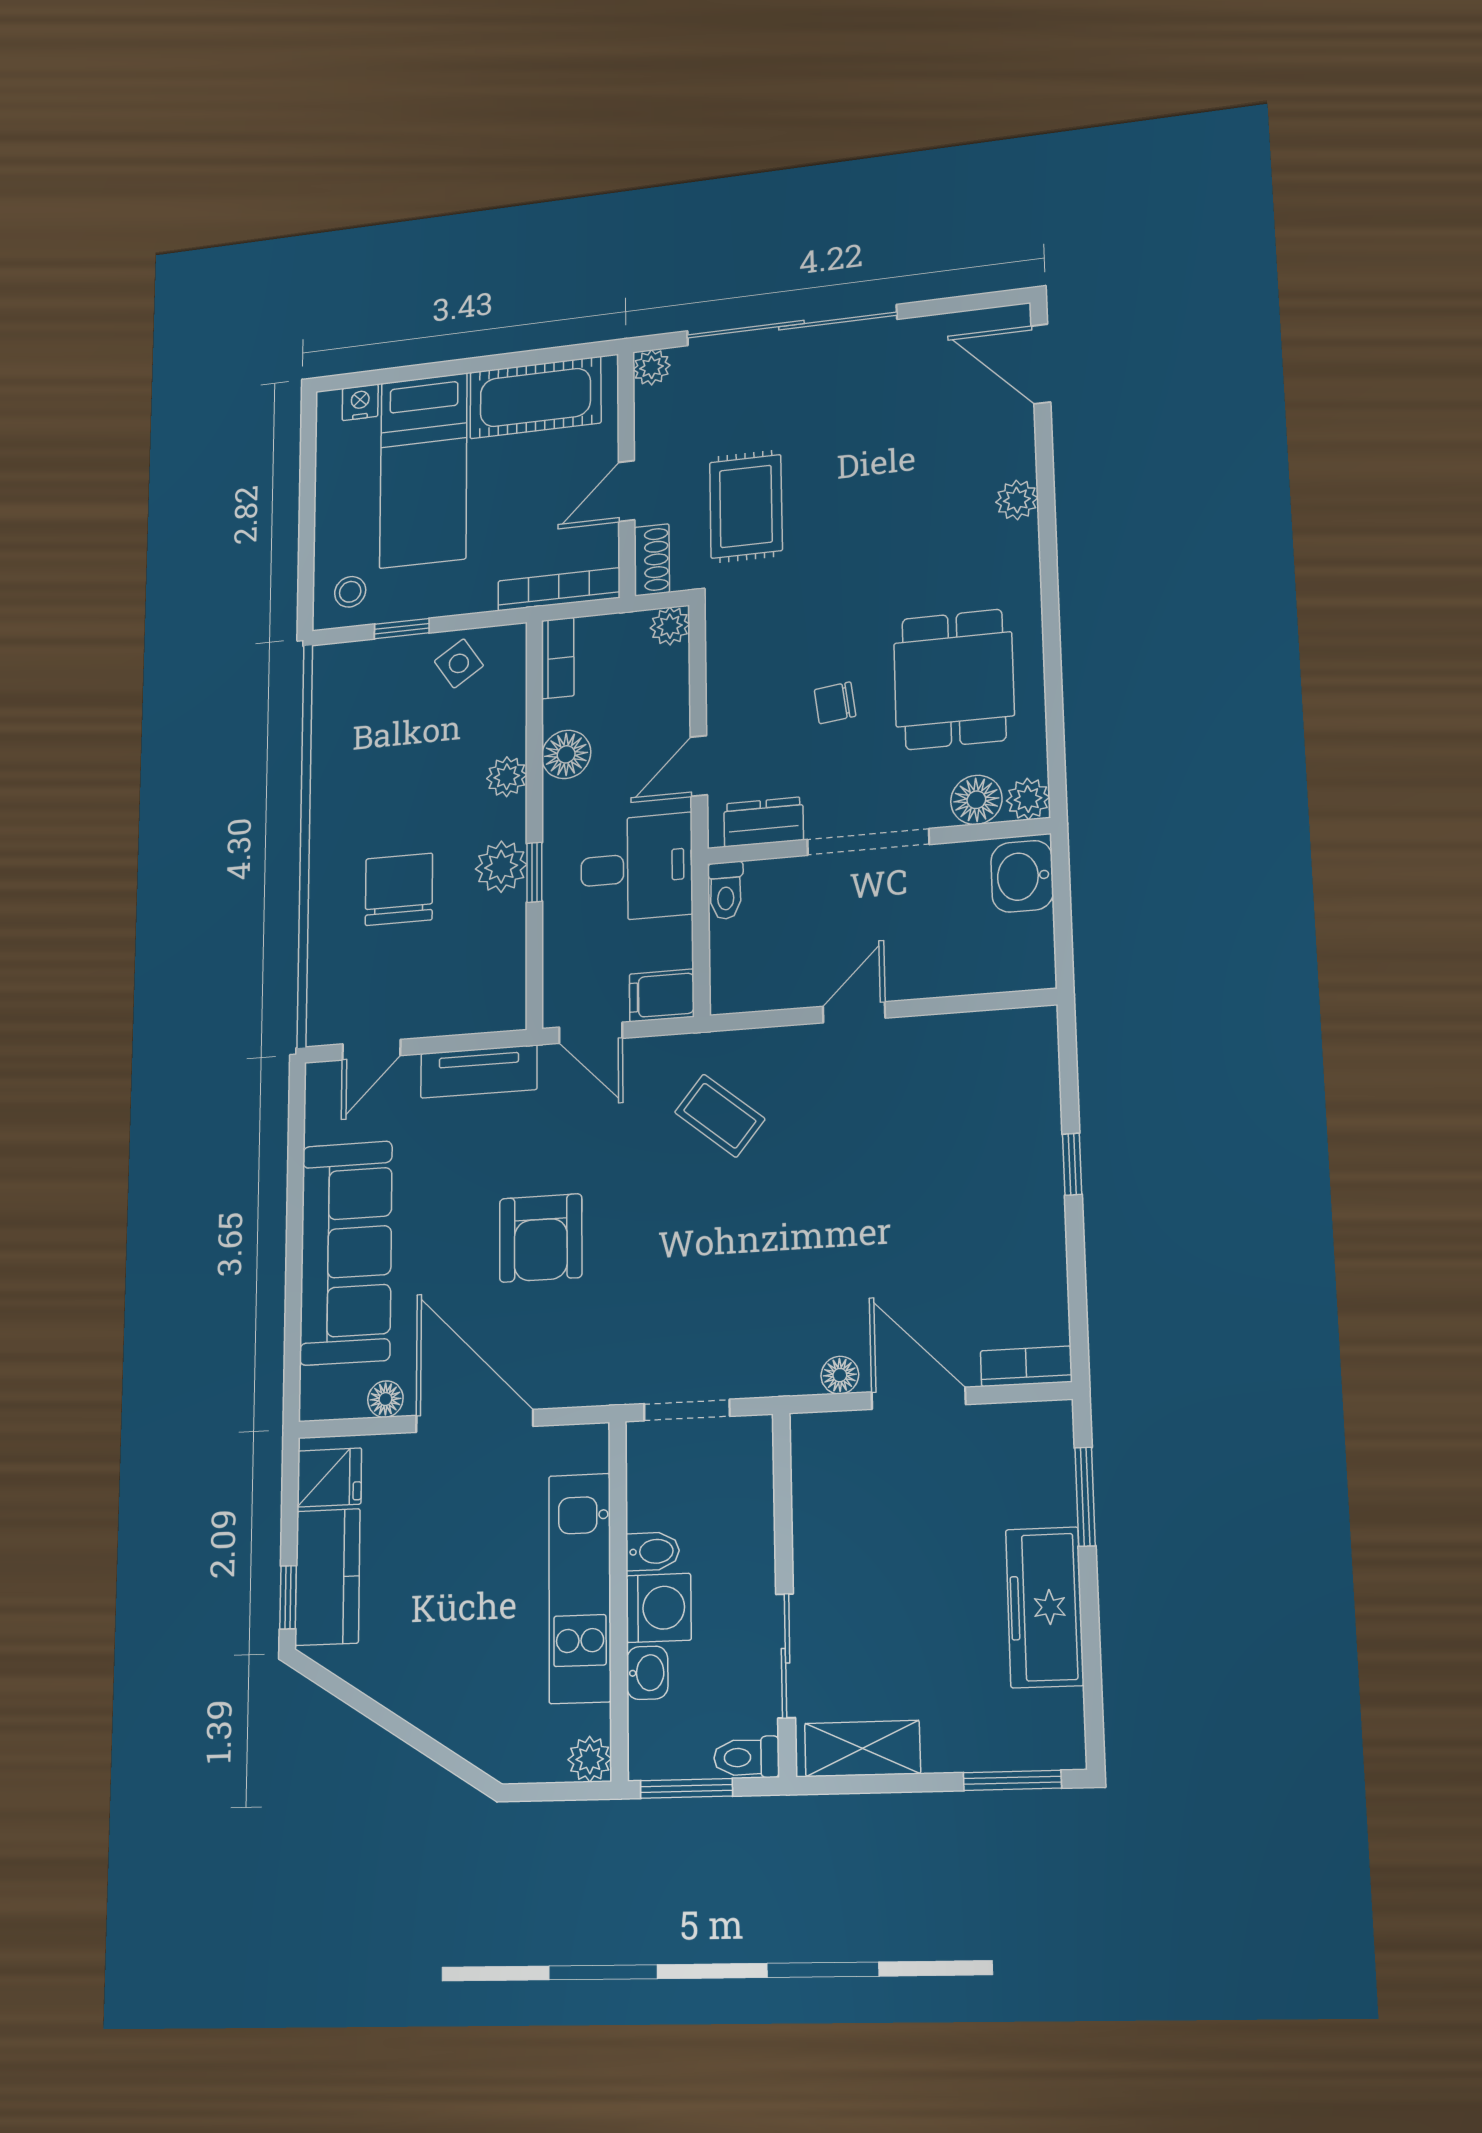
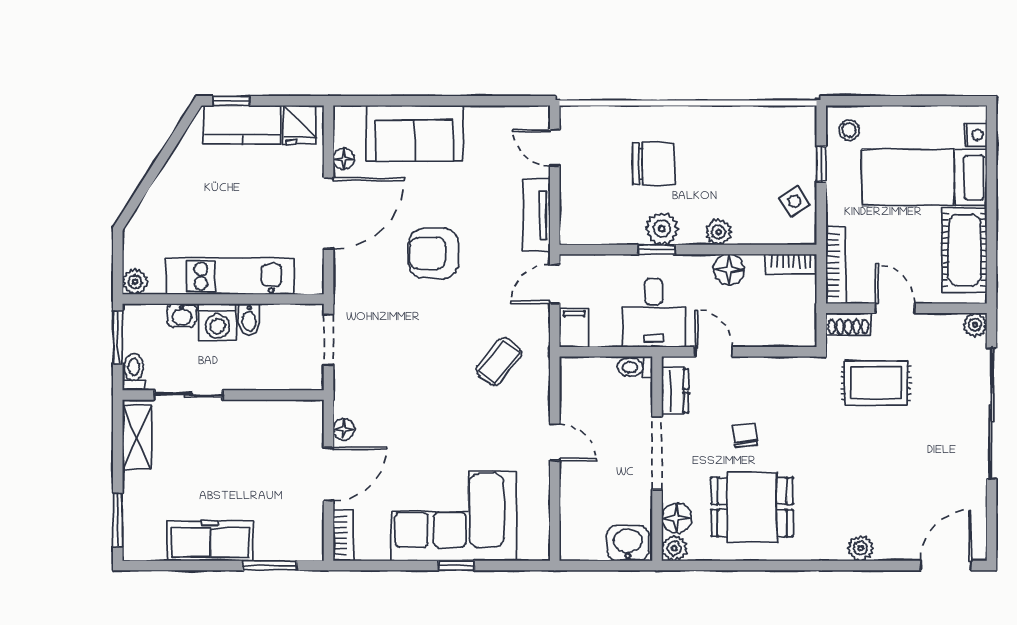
plant: (670, 626) -> (804, 335), removed
corner sofa: (986, 1174) -> (454, 516), added
sofa: (346, 1253) -> (415, 133), width x0.73

